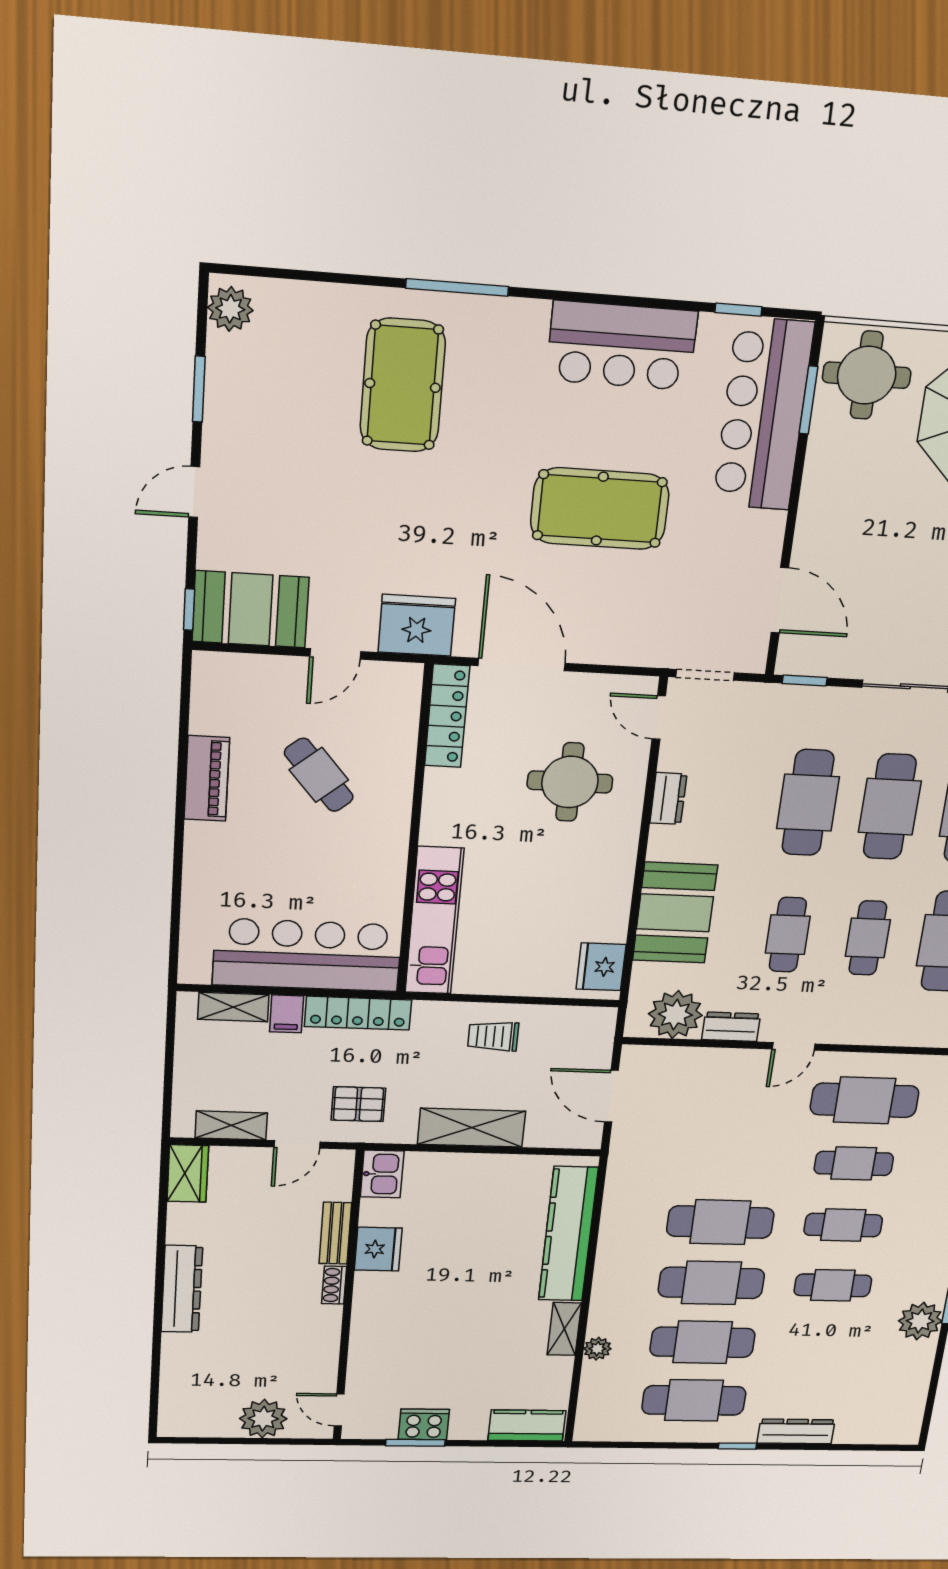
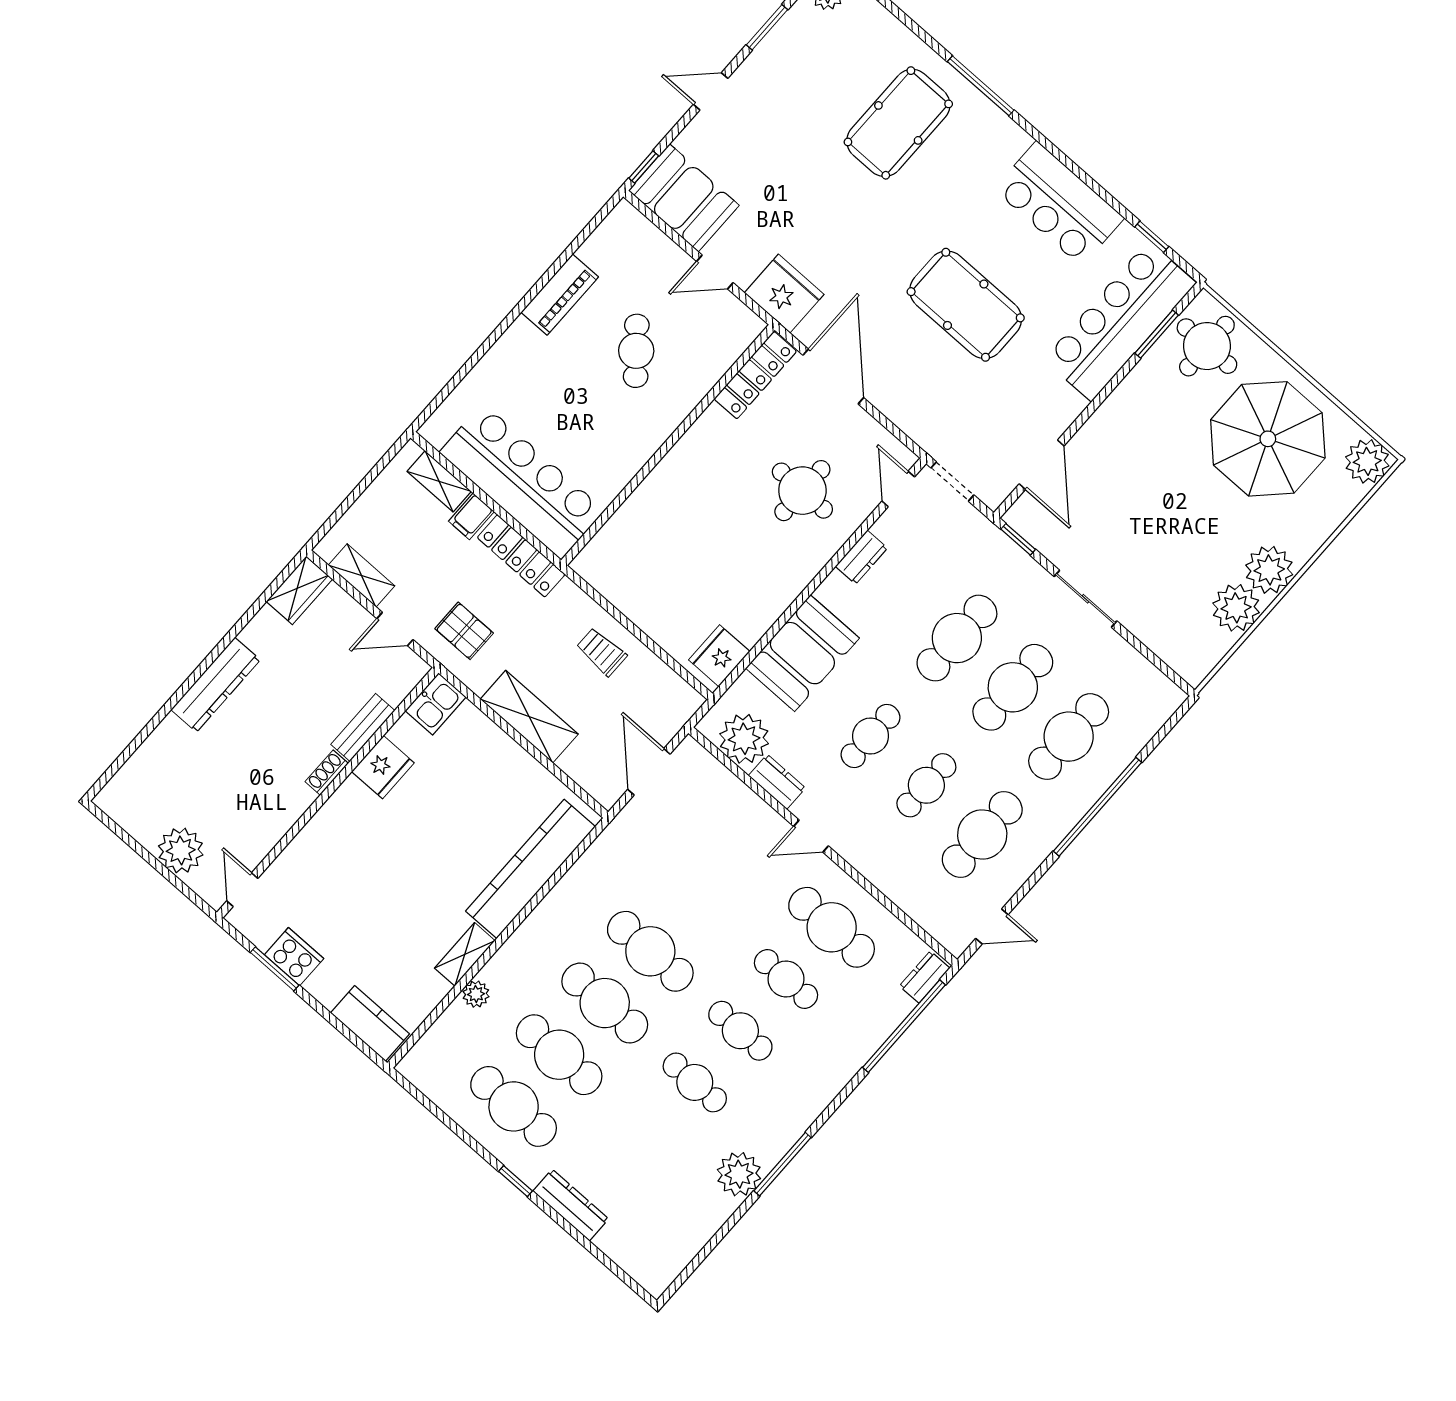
kitchen unit: (434, 921) -> (630, 525), removed

